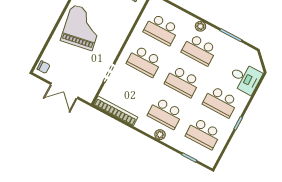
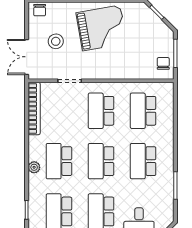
plant: (200, 26) -> (168, 149), removed
stool: (74, 67) -> (56, 41), added
double door: (64, 91) -> (27, 57), moved

